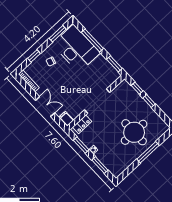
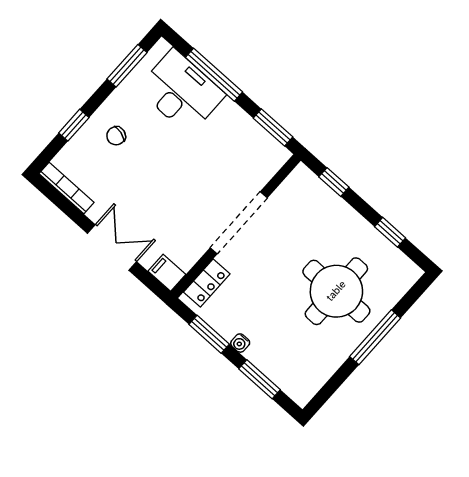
desk: (76, 49) -> (181, 92), width x0.73, depth x0.77
window: (149, 101) -> (390, 232), moved

